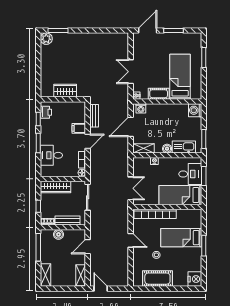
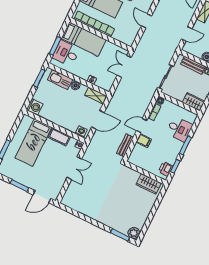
wardrobe: (65, 91) -> (149, 184), moved
wardrobe: (55, 187) -> (194, 102), width x0.67
bookcase: (155, 214) -> (94, 24), moved

